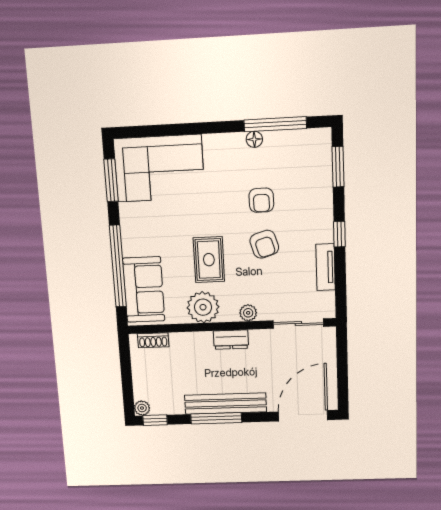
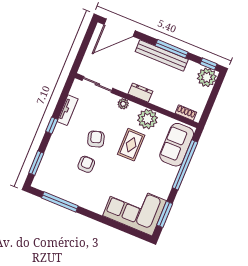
floor lamp: (254, 139) -> (75, 199), removed
plant: (142, 408) -> (207, 77), width x1.88, depth x1.88

